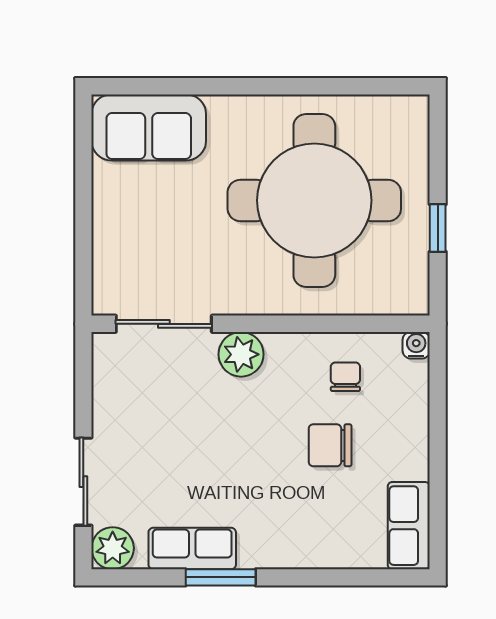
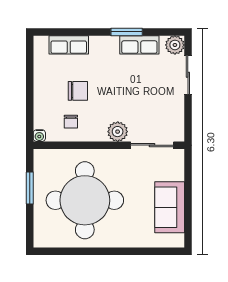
sofa: (149, 127) -> (170, 207), moved, turned -90
window: (438, 228) -> (30, 188), width x1.50
row of seats: (409, 526) -> (69, 45), moved, turned 90

